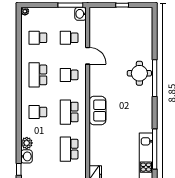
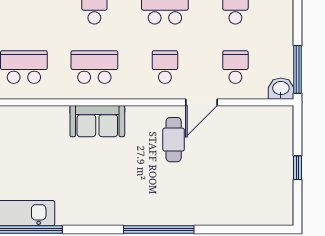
cafe table: (107, 70) -> (174, 140), added
round table: (139, 73) -> (168, 201), removed

